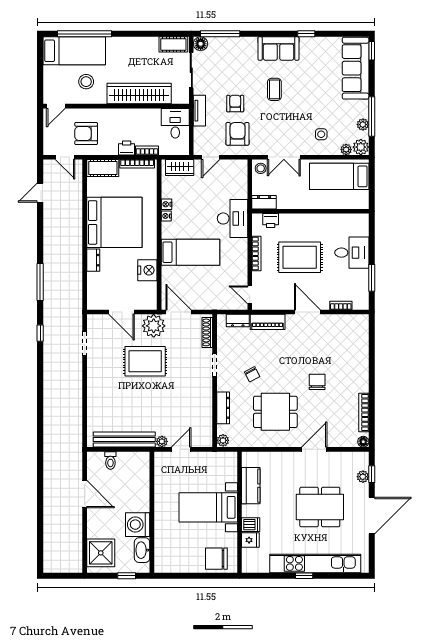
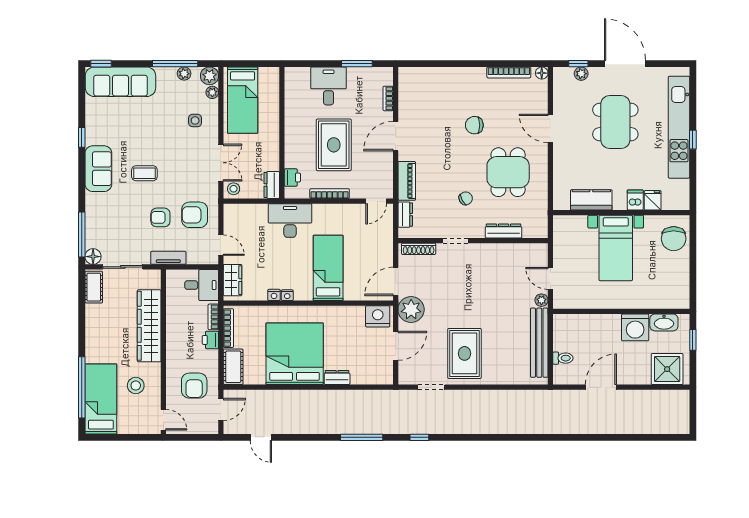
desk: (175, 123) -> (202, 285), moved, turned 180
nightstand: (147, 270) -> (378, 316), moved
rug: (145, 361) -> (464, 353), moved
plant: (223, 440) -> (540, 231), removed

